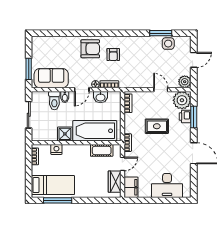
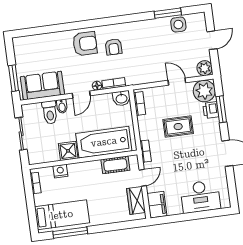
washbasin: (100, 97) -> (121, 98), moved

